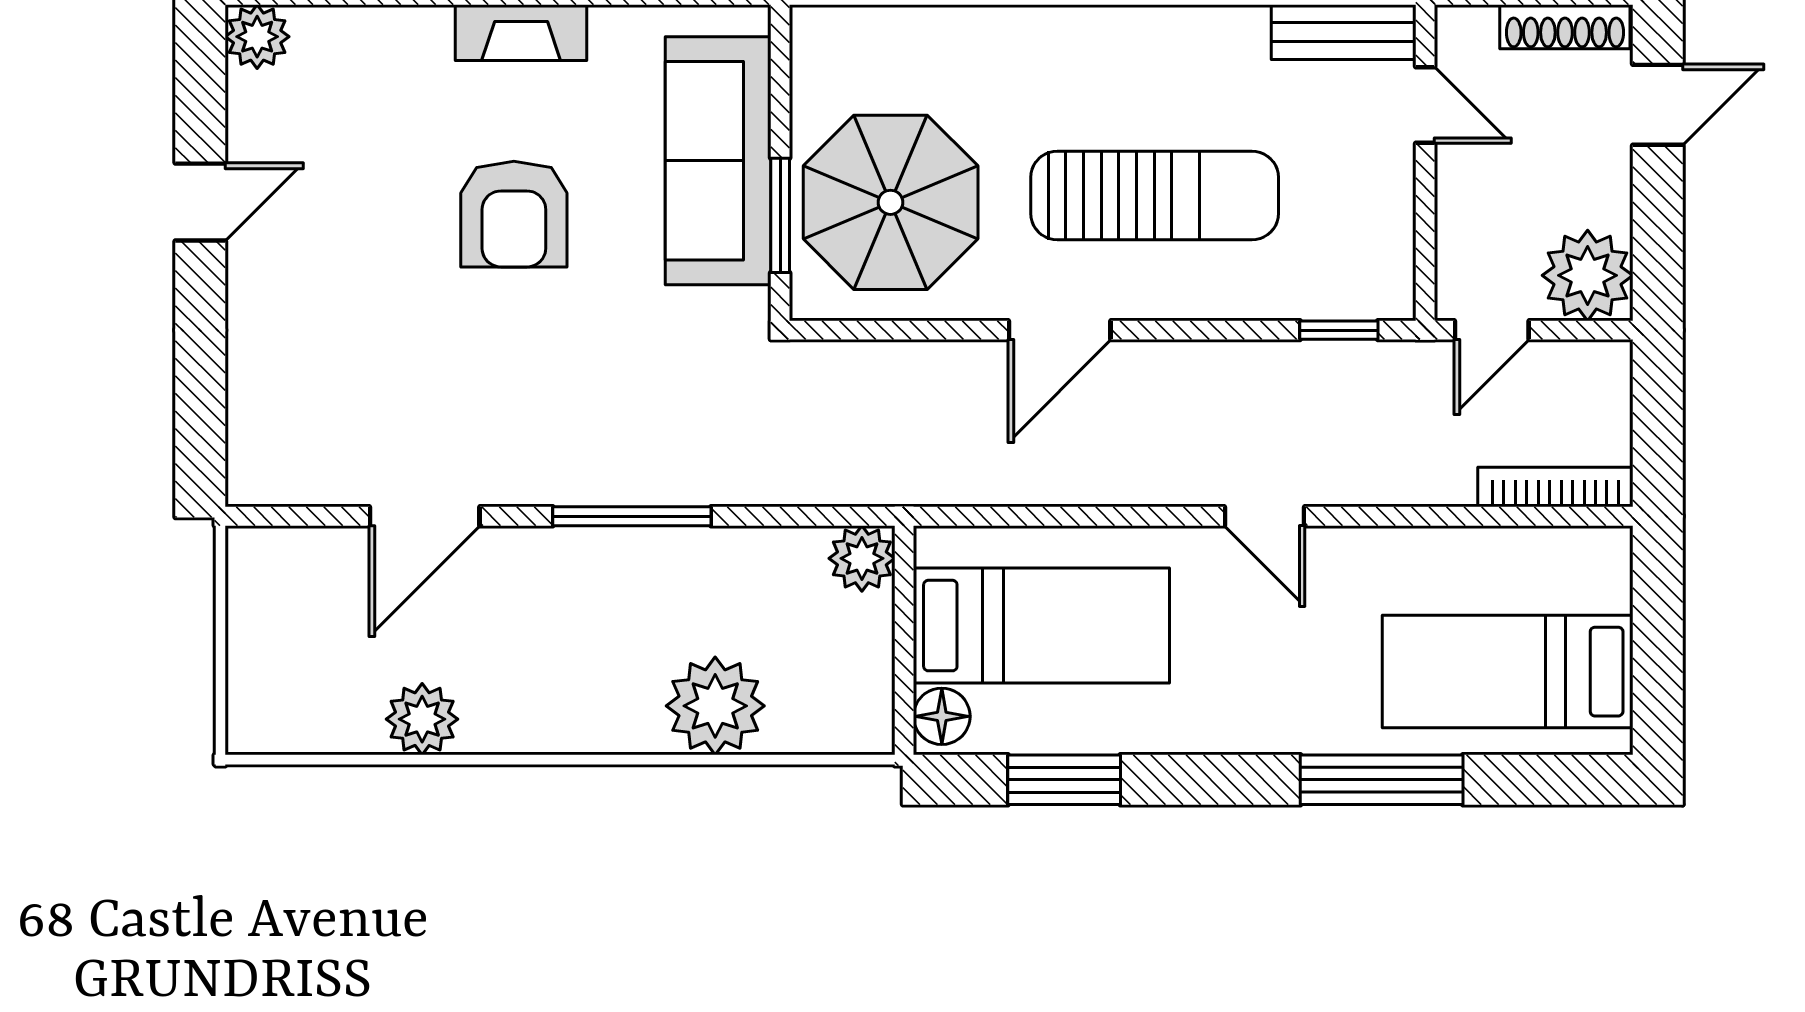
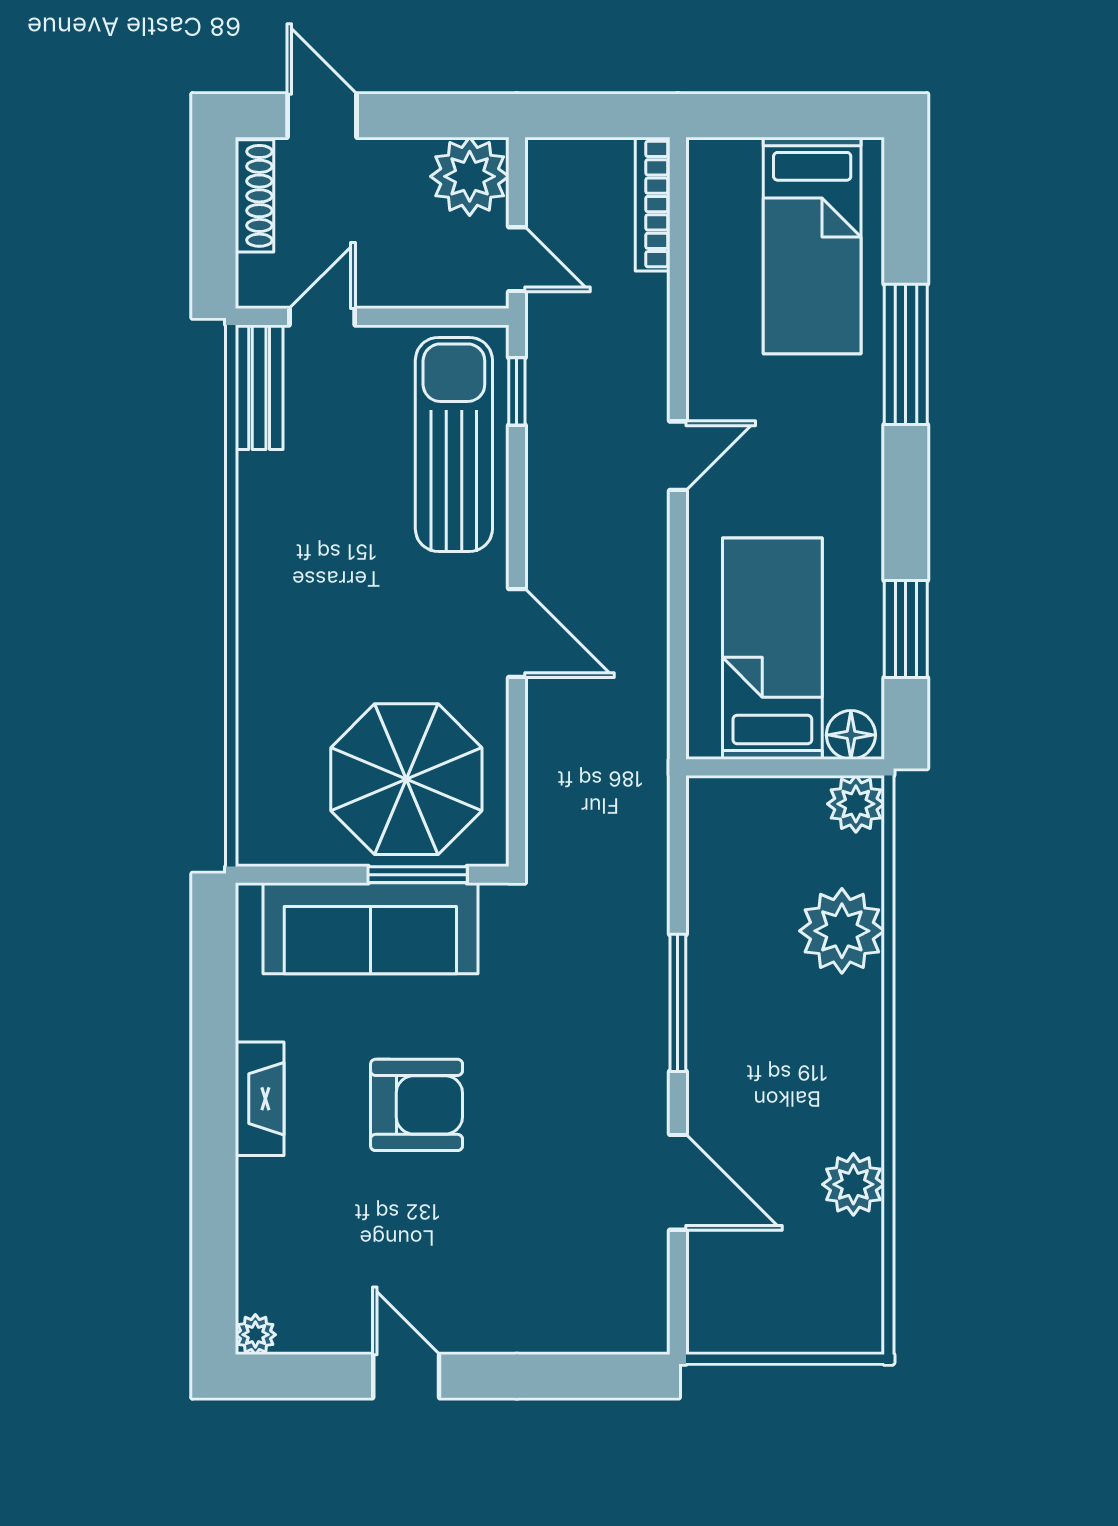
plant: (257, 37) -> (255, 1335), width x0.73, depth x0.73
sun lounger: (1155, 195) -> (454, 444), moved
plant: (862, 558) -> (856, 804), moved

